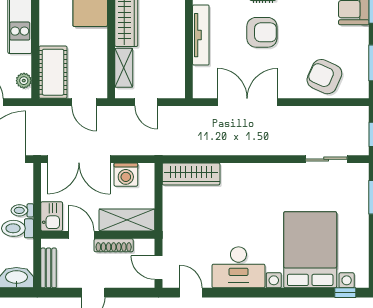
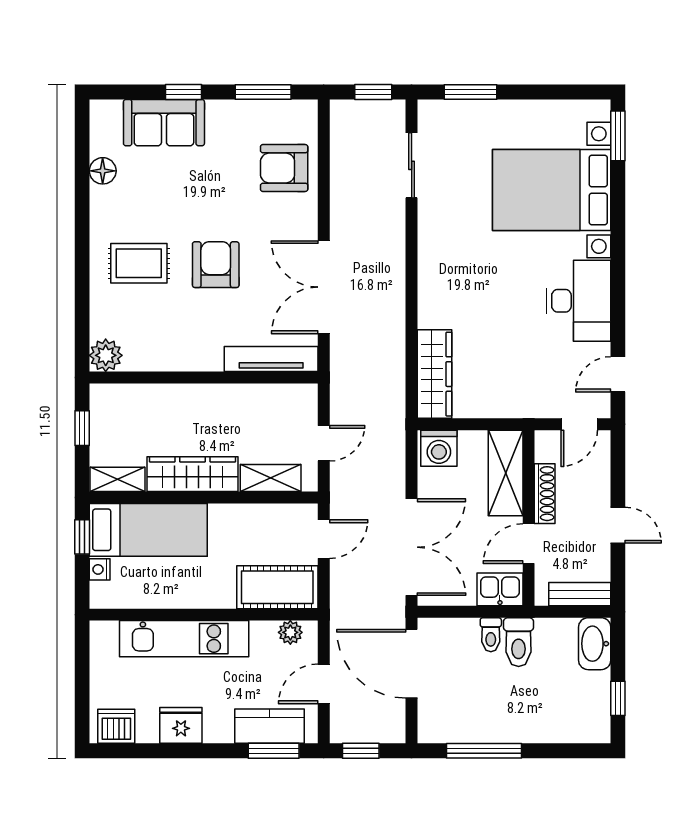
tv unit: (201, 35) -> (271, 359), moved
armchair: (324, 77) -> (284, 168), turned 66
washing machine: (126, 175) -> (439, 448), moved, turned 90
window: (345, 293) -> (618, 136), width x1.50

